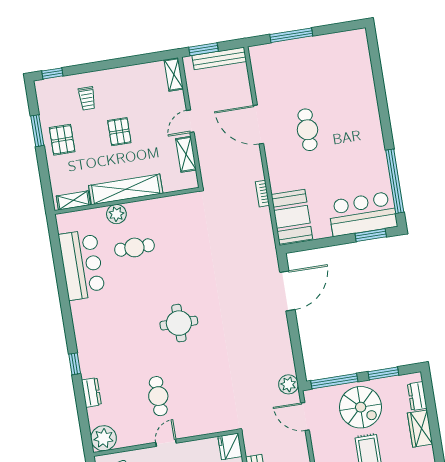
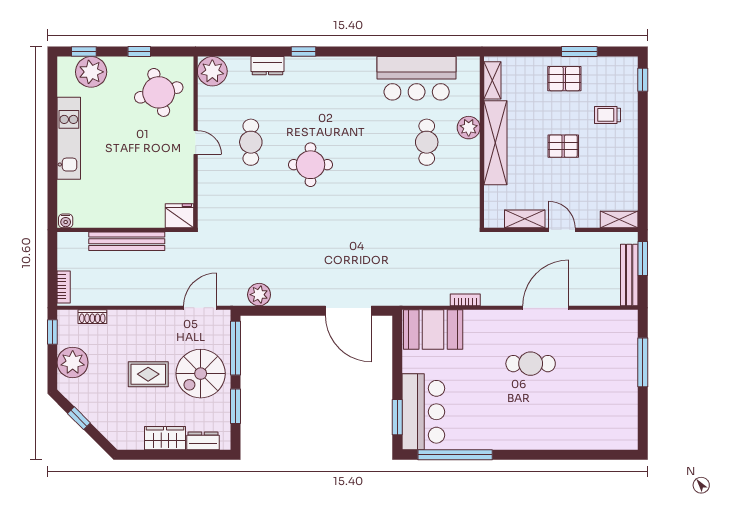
round table: (179, 323) -> (310, 165), moved
plant: (288, 384) -> (259, 295), moved
cafe table: (158, 396) -> (251, 142), turned 90

